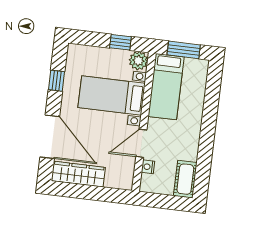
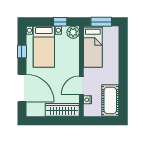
bed with nightstands: (112, 95) -> (44, 47), moved, turned -90
wardrobe: (78, 174) -> (62, 110), moved
cot: (185, 179) -> (110, 100), width x1.37, depth x1.34

